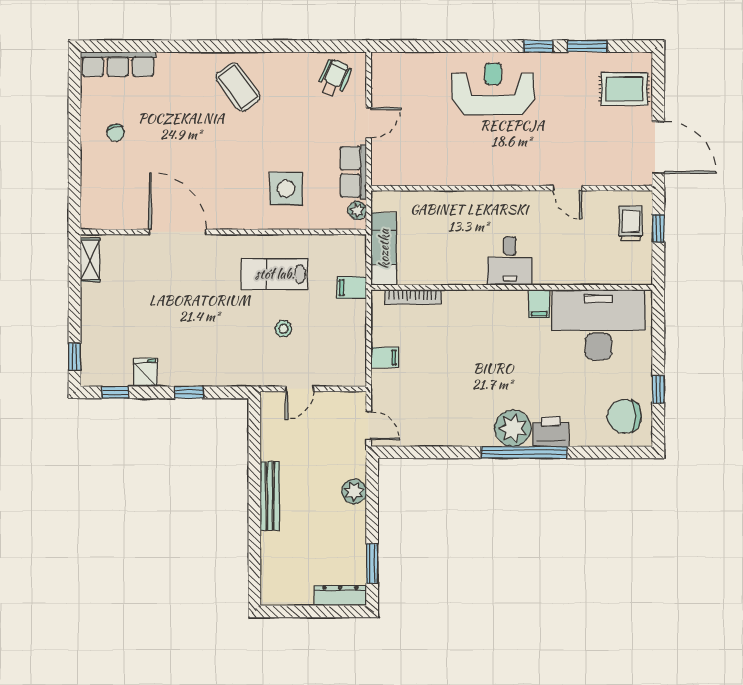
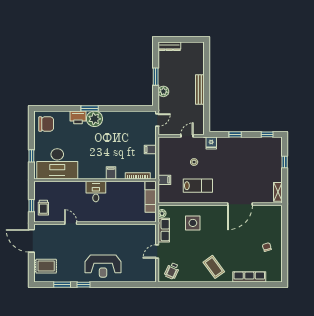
row of seats: (118, 64) -> (249, 277), moved
door: (178, 232) -> (240, 204), hinge flipped
filing cabinet: (539, 304) -> (111, 173), moved
window: (75, 357) -> (285, 162), moved
fridge: (146, 373) -> (211, 143), moved
window: (658, 389) -> (31, 156), moved
door: (369, 426) -> (157, 120), swing flipped
window: (524, 452) -> (90, 108), width x0.47
window: (372, 563) -> (156, 77), moved

